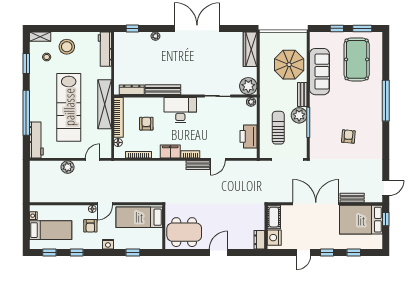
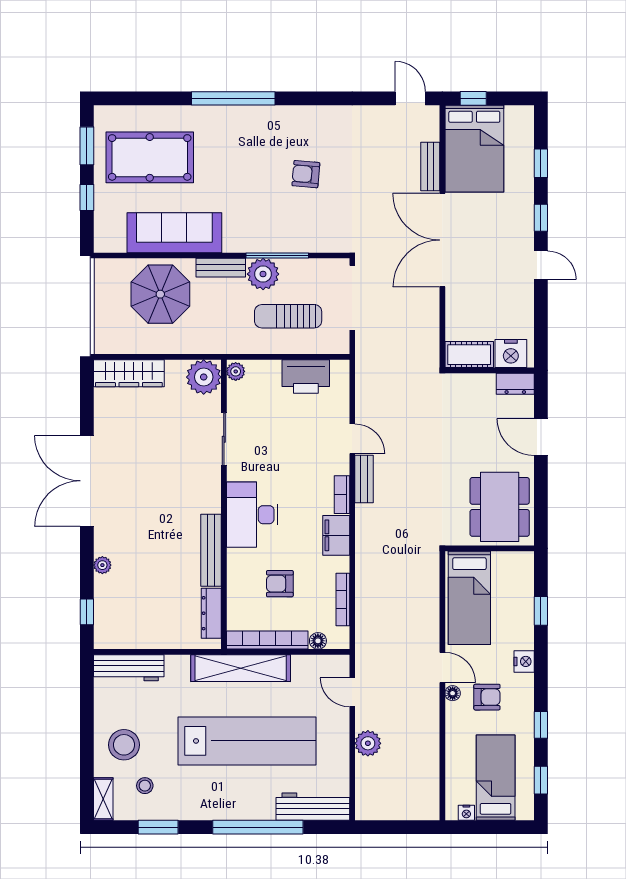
cot: (274, 217) -> (469, 355), moved
wall: (266, 227) -> (490, 370), moved
nightstand: (274, 238) -> (511, 354), moved
dresser: (259, 240) -> (515, 384), moved

